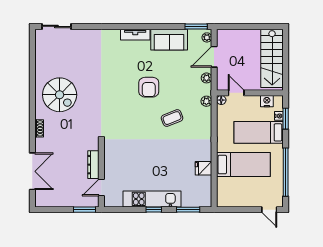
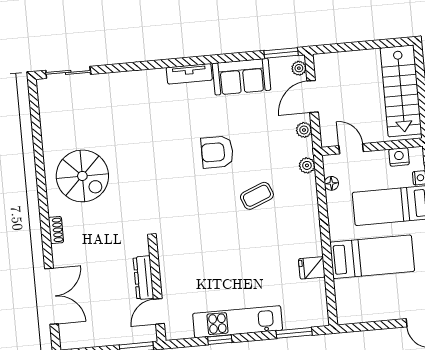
armchair: (149, 87) -> (217, 152), turned 90
floor lamp: (221, 100) -> (331, 183), moved
window: (154, 210) -> (220, 340), moved

